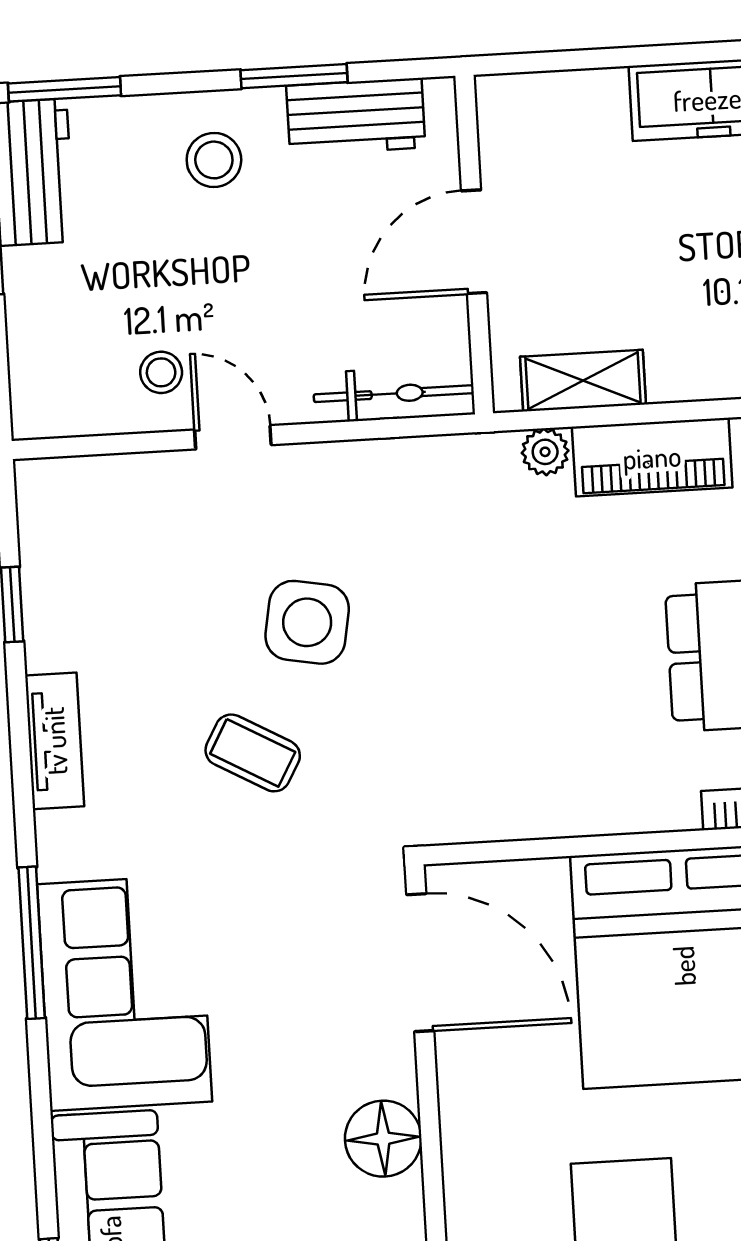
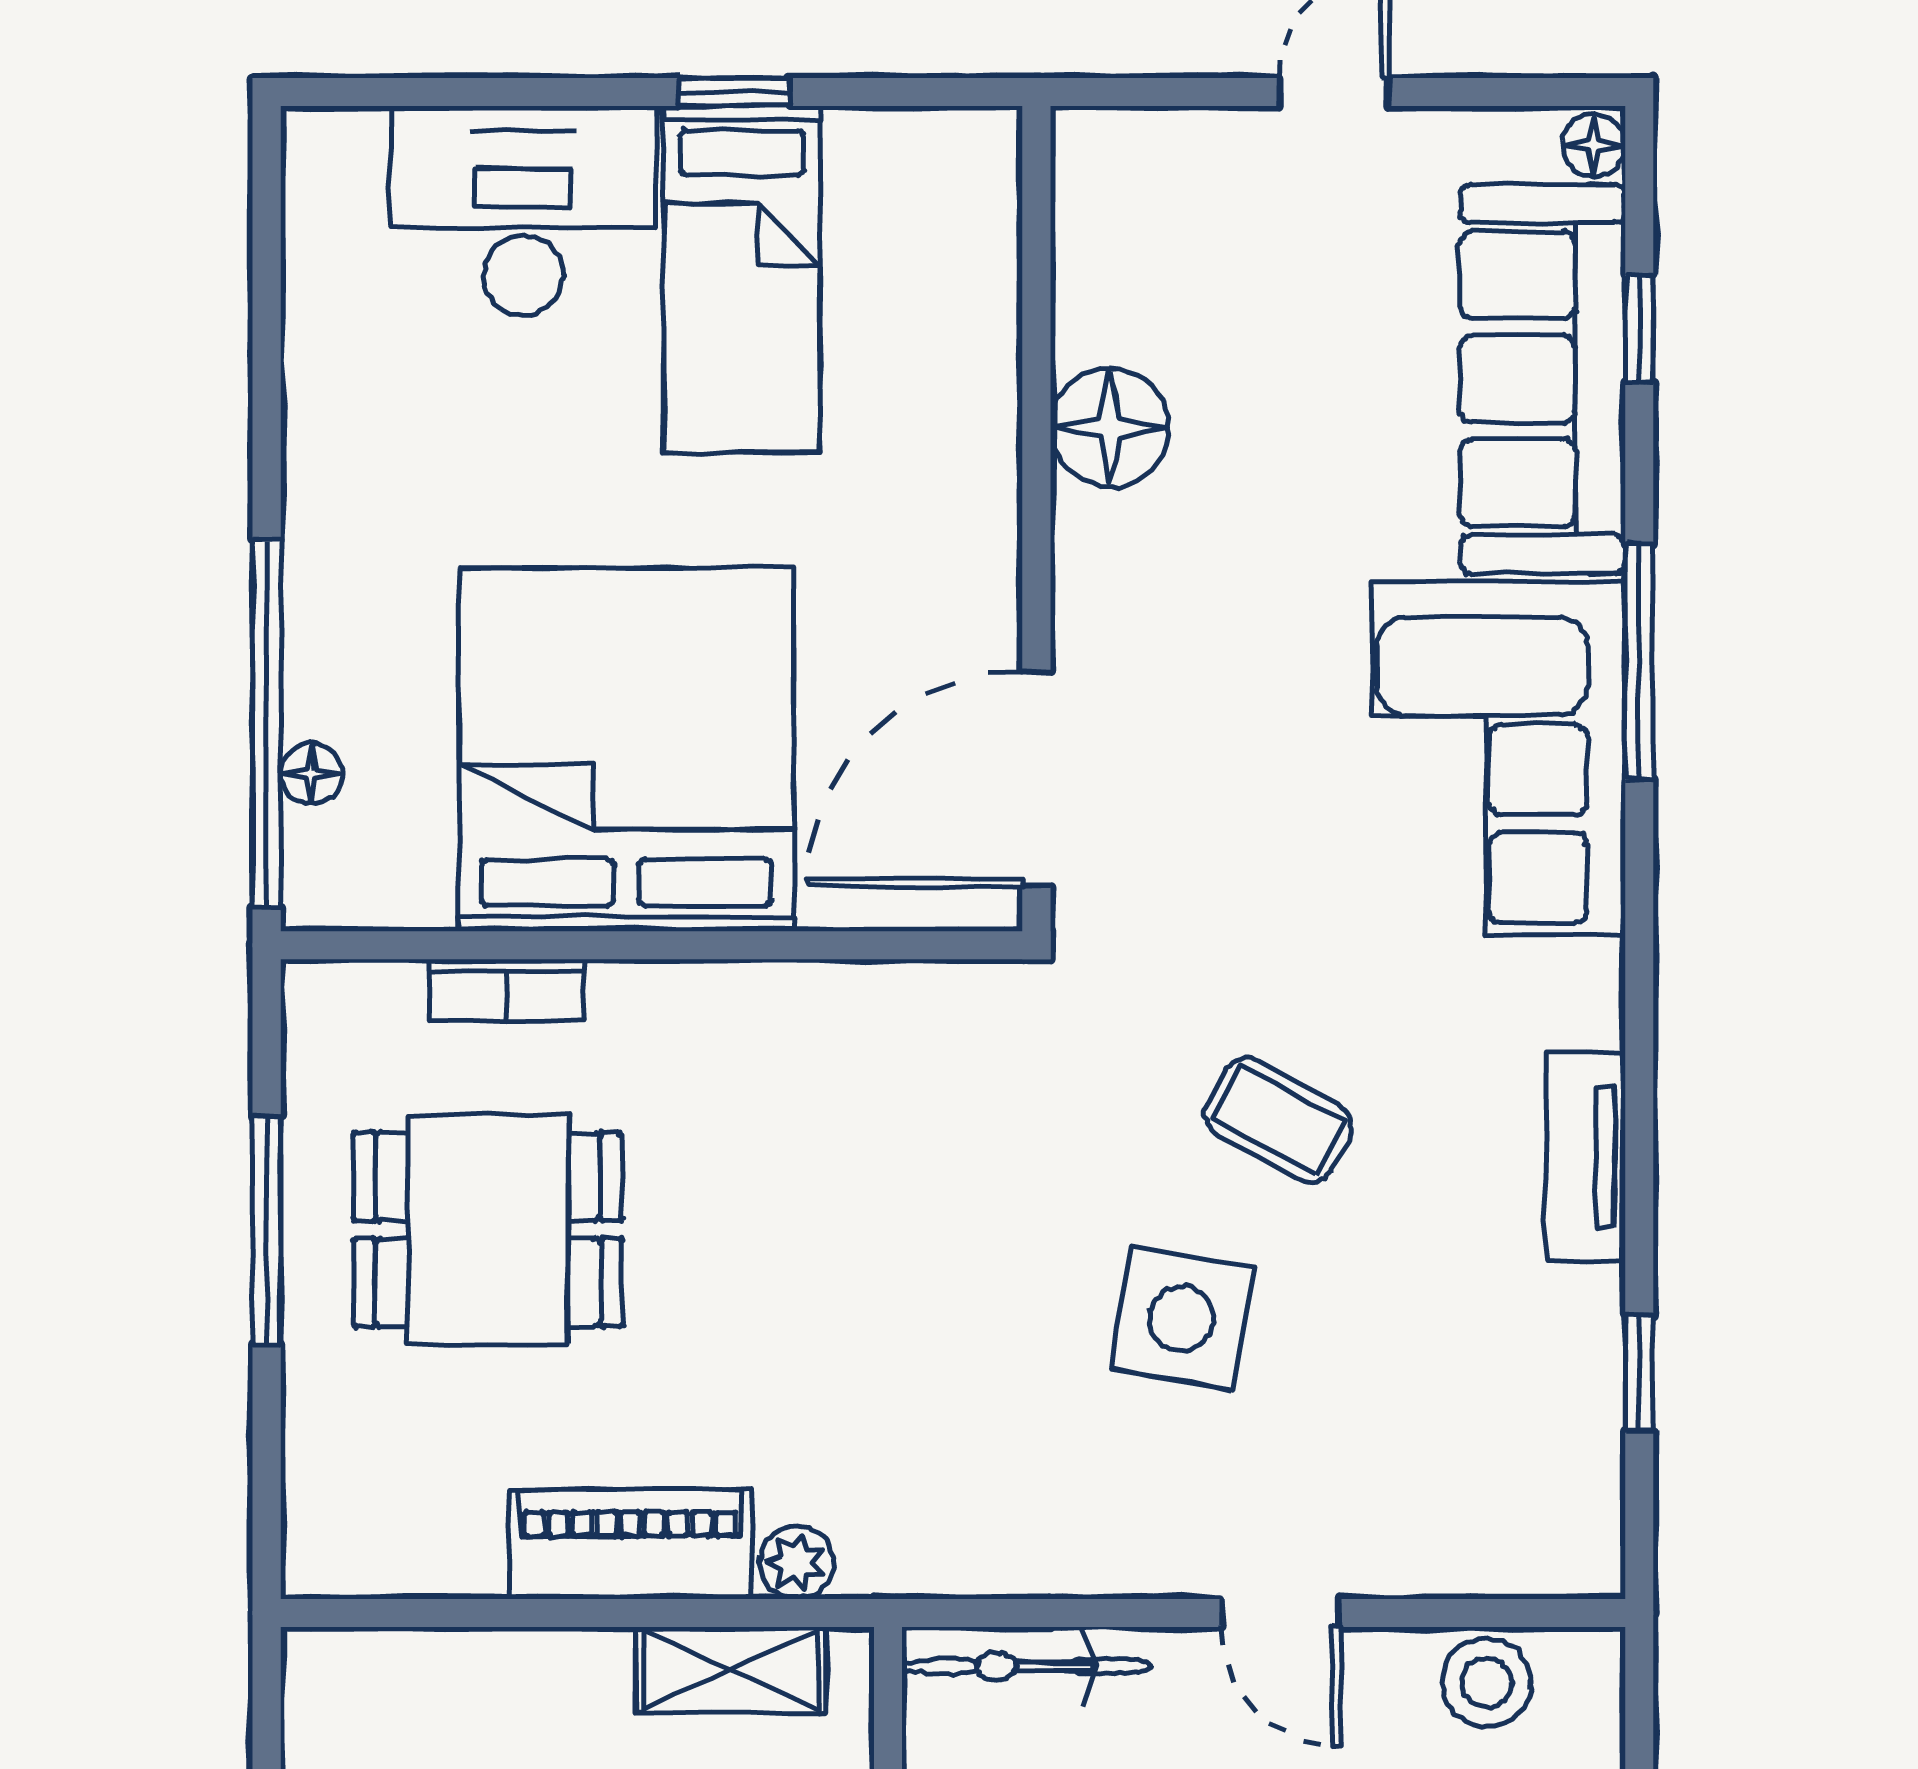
stool: (161, 372) -> (1487, 1683), moved, width x1.37, depth x1.37
window: (32, 943) -> (1639, 661), moved
door: (420, 963) -> (1036, 779), hinge flipped
floor lamp: (383, 1139) -> (1110, 427), moved

